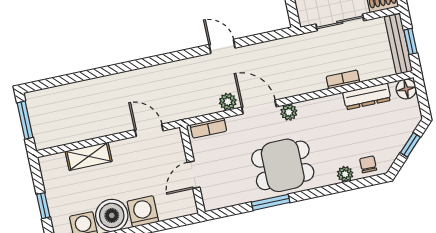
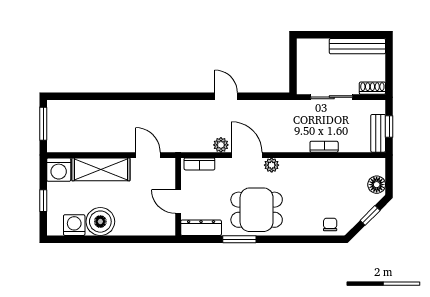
bench: (398, 44) -> (378, 133), width x0.73
floor lamp: (406, 89) -> (377, 185), moved
dresser: (367, 96) -> (201, 228), moved, turned 180
shelving: (89, 156) -> (101, 169), width x1.50, depth x1.33
plant: (345, 174) -> (309, 229), removed
door: (194, 175) -> (178, 201), hinge flipped
washing machine: (143, 212) -> (59, 170), moved, turned 180

